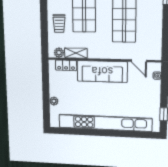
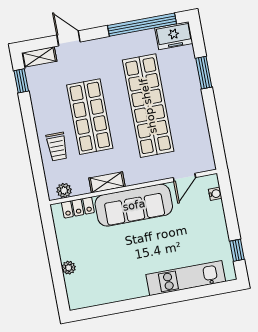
shelving: (76, 53) -> (107, 182), moved
door: (139, 61) -> (184, 177), hinge flipped
kitchen unit: (105, 123) -> (186, 278), width x0.54

